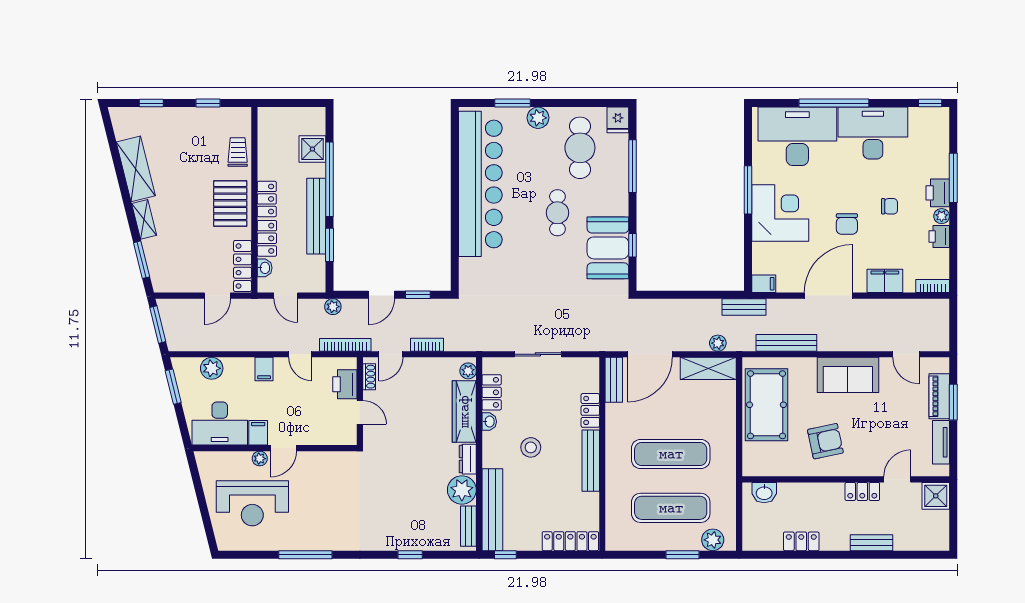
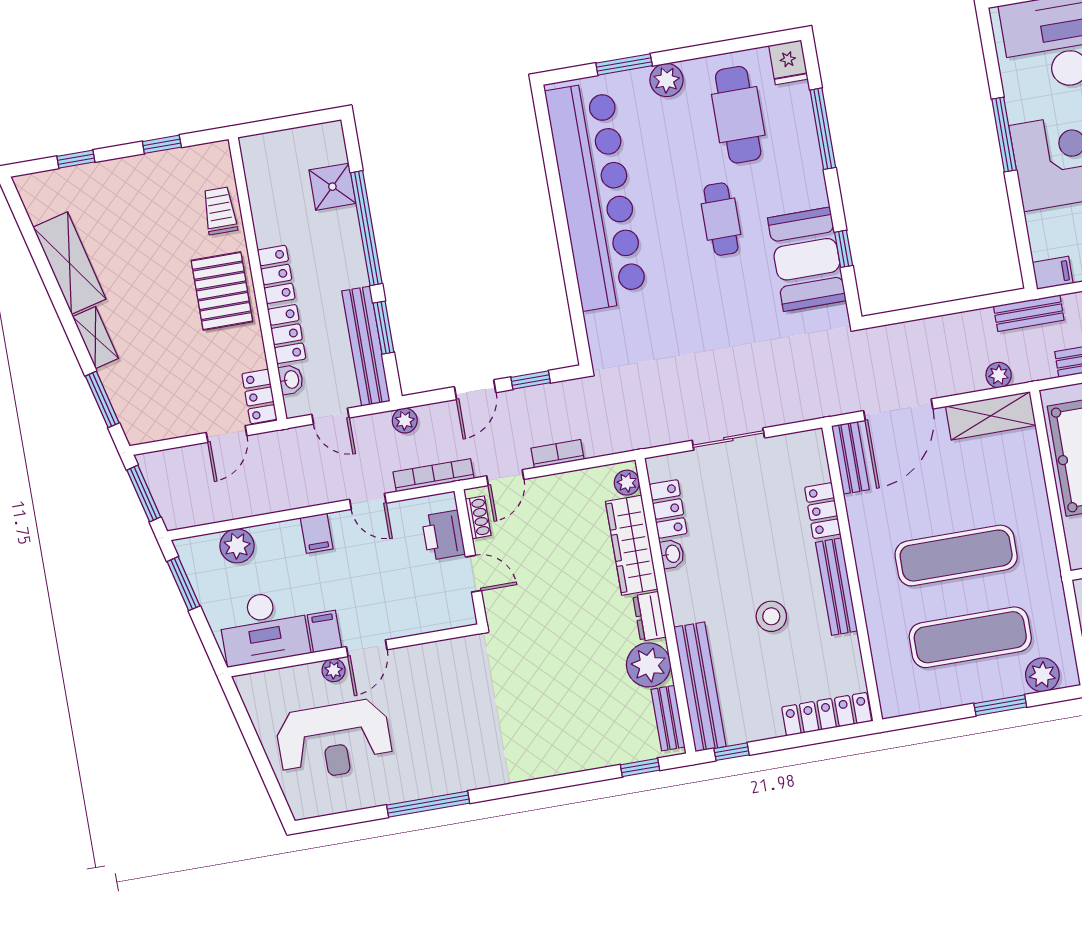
bench: (316, 216) -> (366, 346), moved
locker: (243, 266) -> (259, 397), width x0.66
stool: (531, 447) -> (771, 616), moved
window: (410, 555) -> (640, 767), moved

